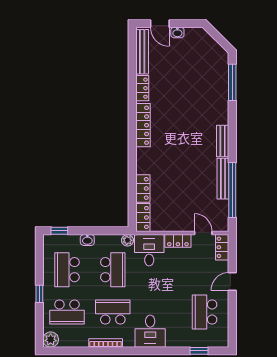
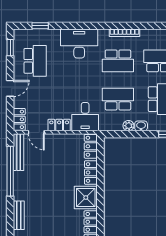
shower: (148, 161) -> (86, 198), added
bench: (223, 179) -> (18, 152), moved
plant: (127, 240) -> (128, 126), moved
school desk: (113, 270) -> (118, 99), turned 90
window: (232, 327) -> (10, 48), added
desk: (150, 331) -> (79, 44), width x1.37

